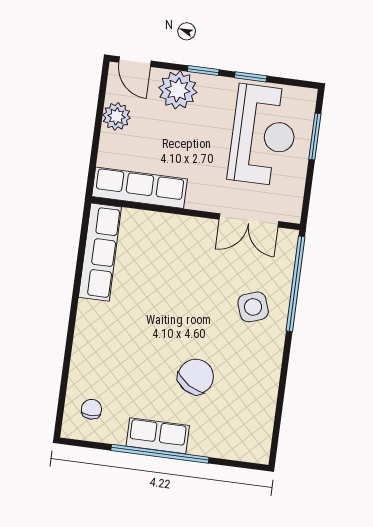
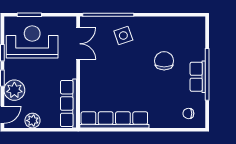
row of seats: (100, 252) -> (114, 120), width x1.36
chair: (196, 377) -> (164, 61), turned 58

